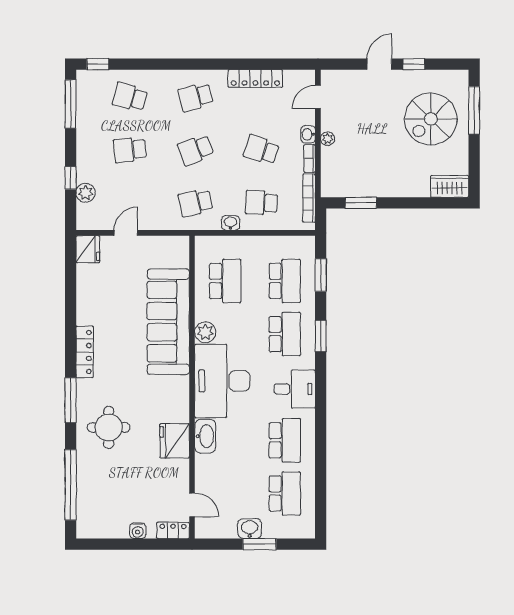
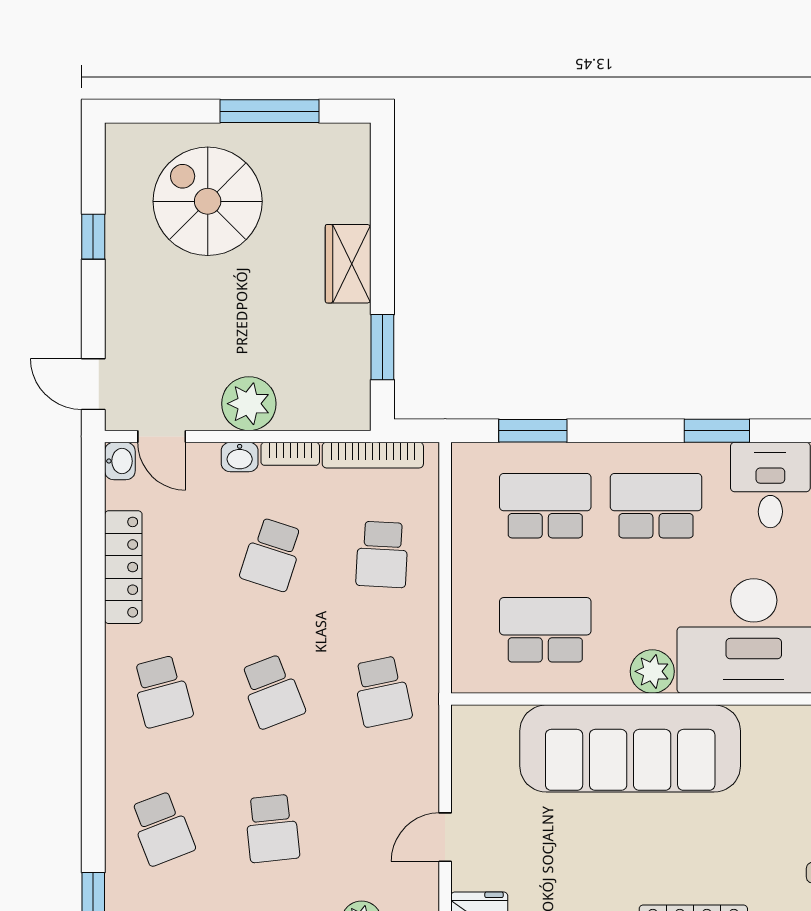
door: (380, 64) -> (93, 384), moved
school desk: (130, 97) -> (162, 828), turned -36
window: (474, 110) -> (270, 111), moved
spiral stairs: (431, 119) -> (208, 201), turned 180
plant: (328, 139) -> (249, 404), width x1.88, depth x1.88
wardrobe: (450, 186) -> (348, 264), moved
washbasin: (230, 223) -> (120, 461), moved, turned 180
door: (126, 233) -> (445, 837), hinge flipped
window: (321, 336) -> (717, 431), moved

